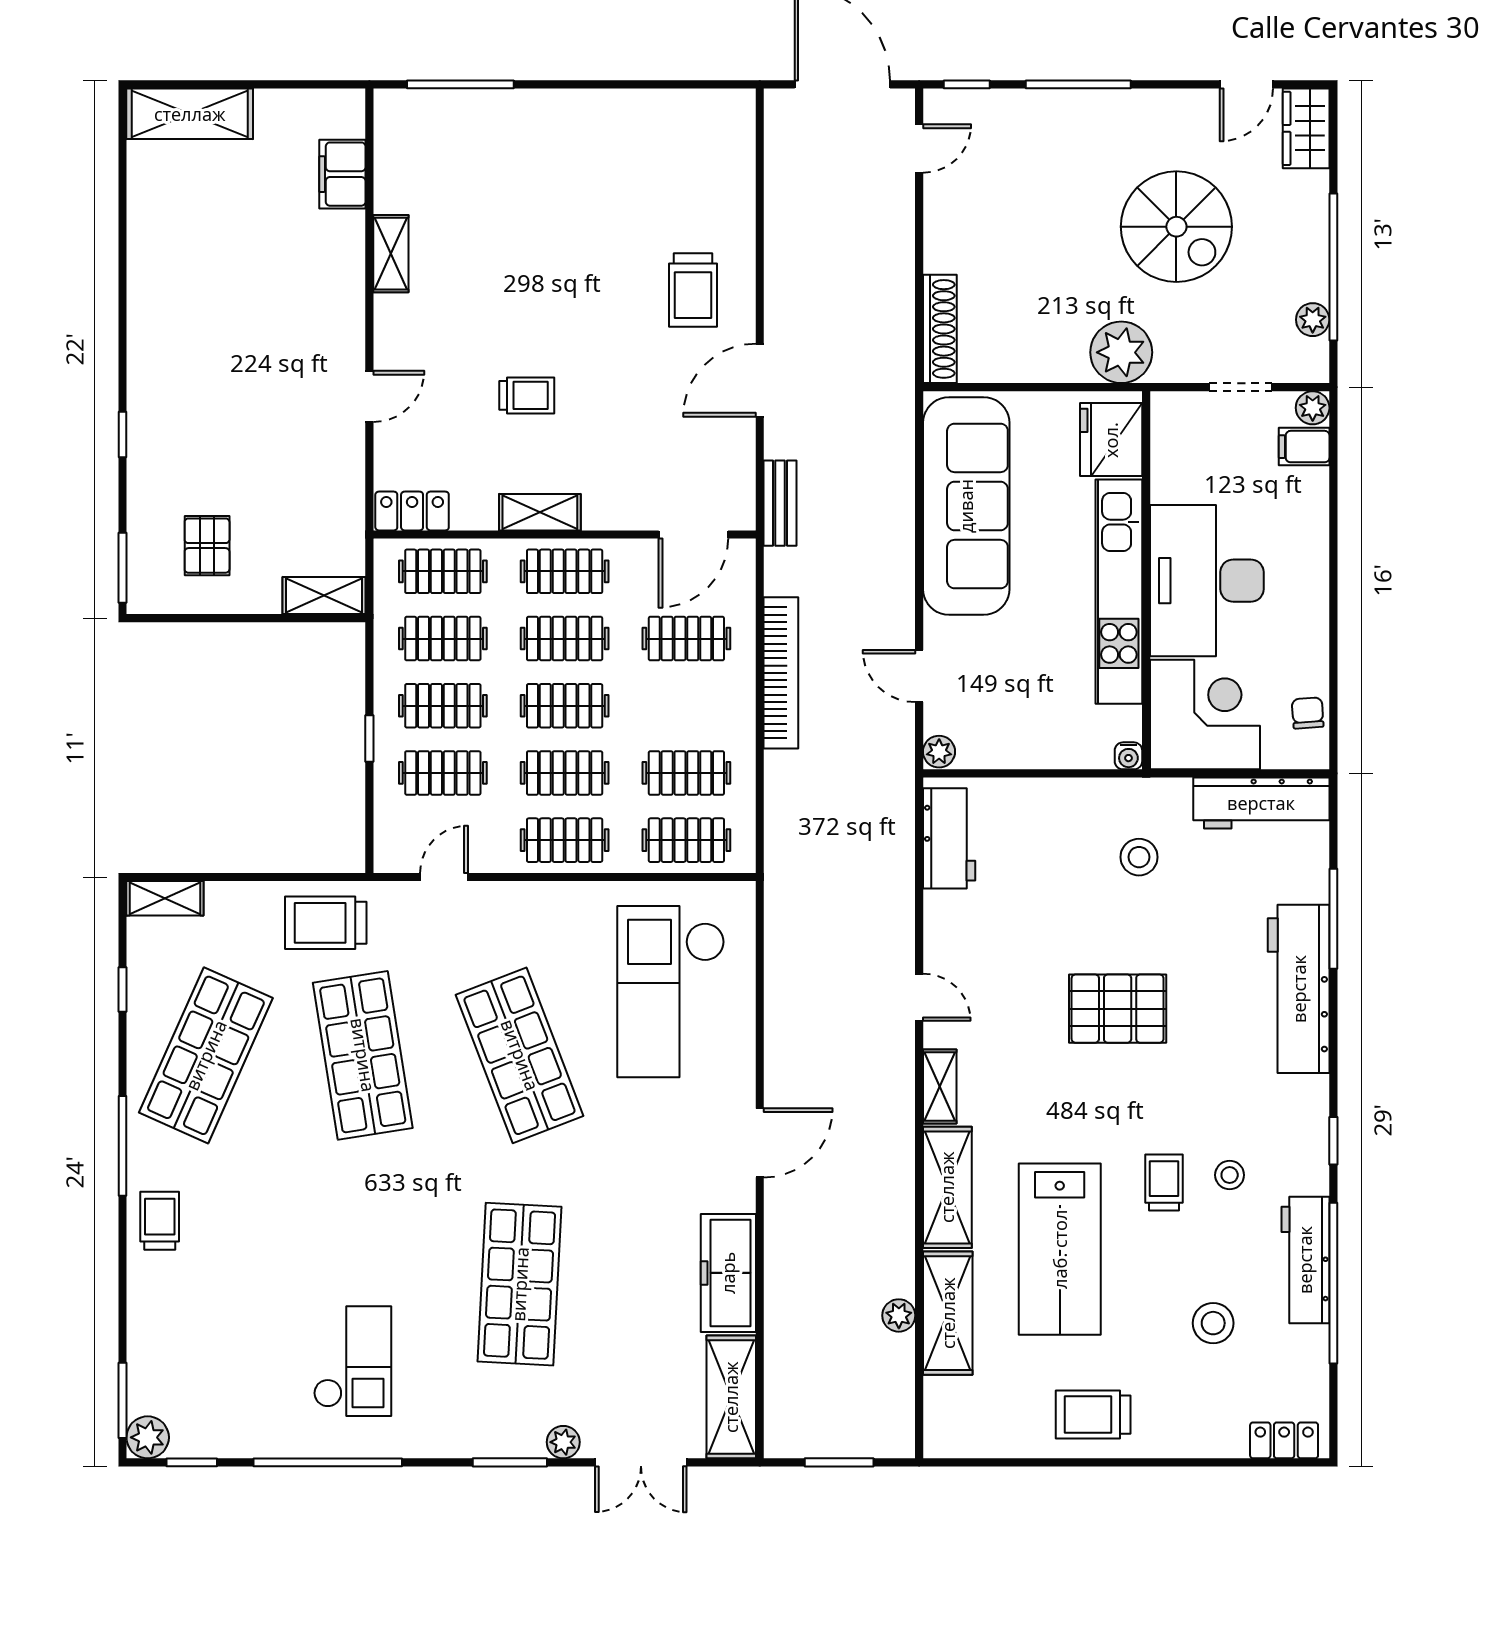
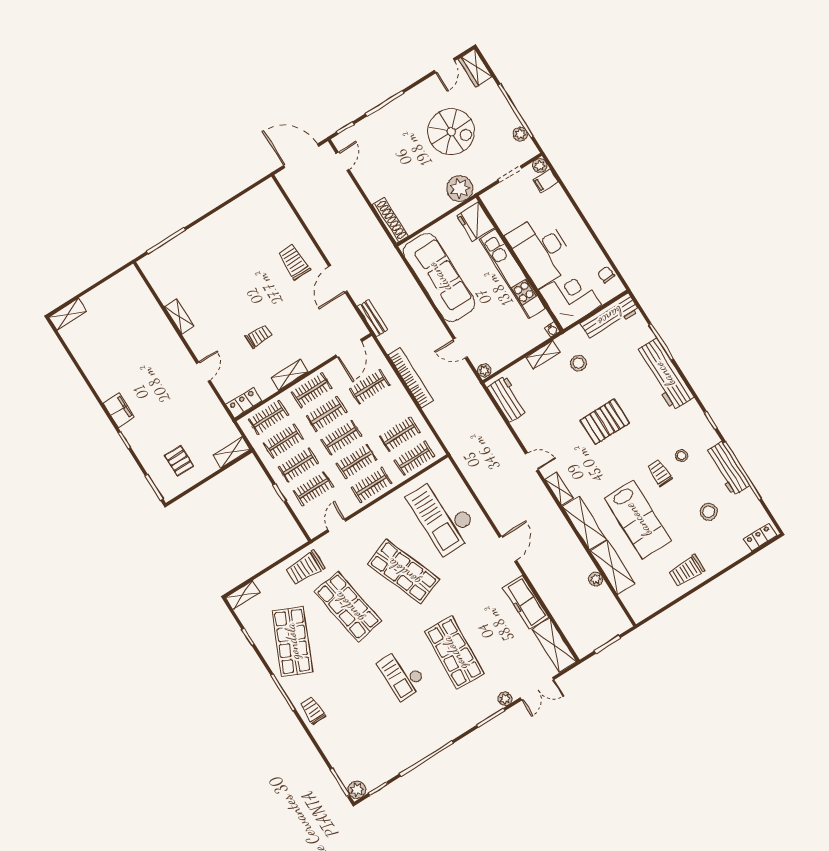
shelving: (190, 114) -> (68, 314), width x0.67, depth x0.75
filing cabinet: (342, 174) -> (119, 410), moved, turned 180
trolley: (693, 290) -> (294, 262), turned 180
shelving: (1078, 795) -> (543, 355), added
checkout: (353, 1361) -> (402, 674), moved, turned 180

